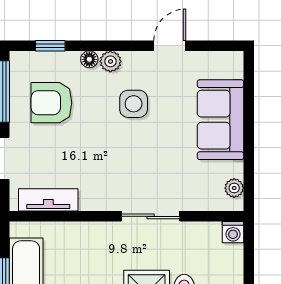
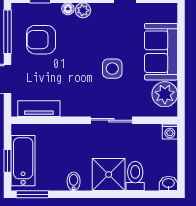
side table: (134, 104) -> (112, 69), moved
plant: (234, 188) -> (165, 94), width x1.87, depth x1.87

